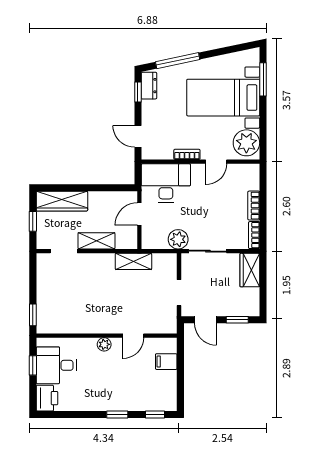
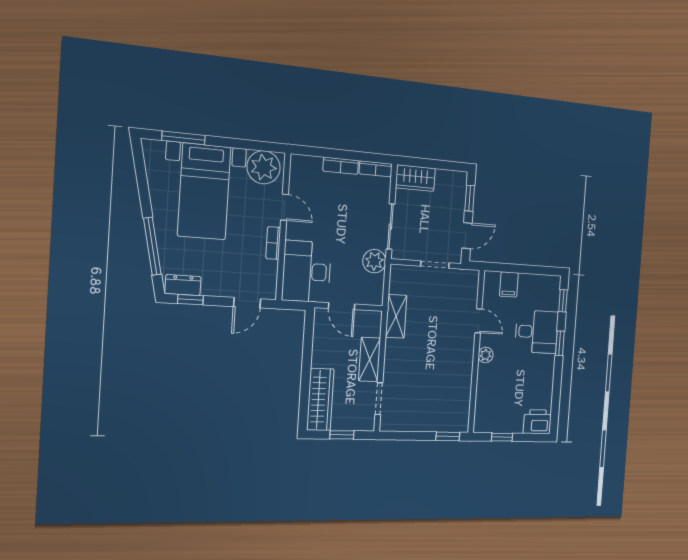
desk: (56, 365) -> (537, 332), moved, turned -90

